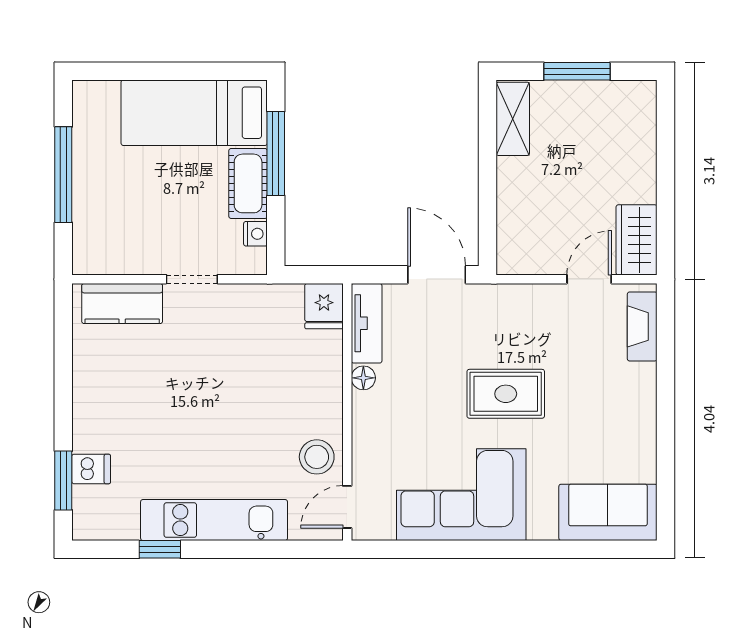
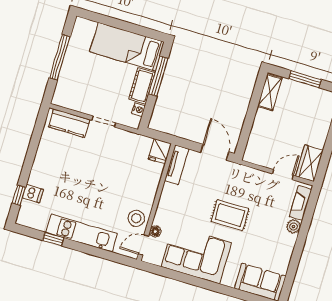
floor lamp: (363, 378) -> (155, 231), moved
plant: (642, 379) -> (294, 226), added
window: (63, 480) -> (19, 195), width x0.67

